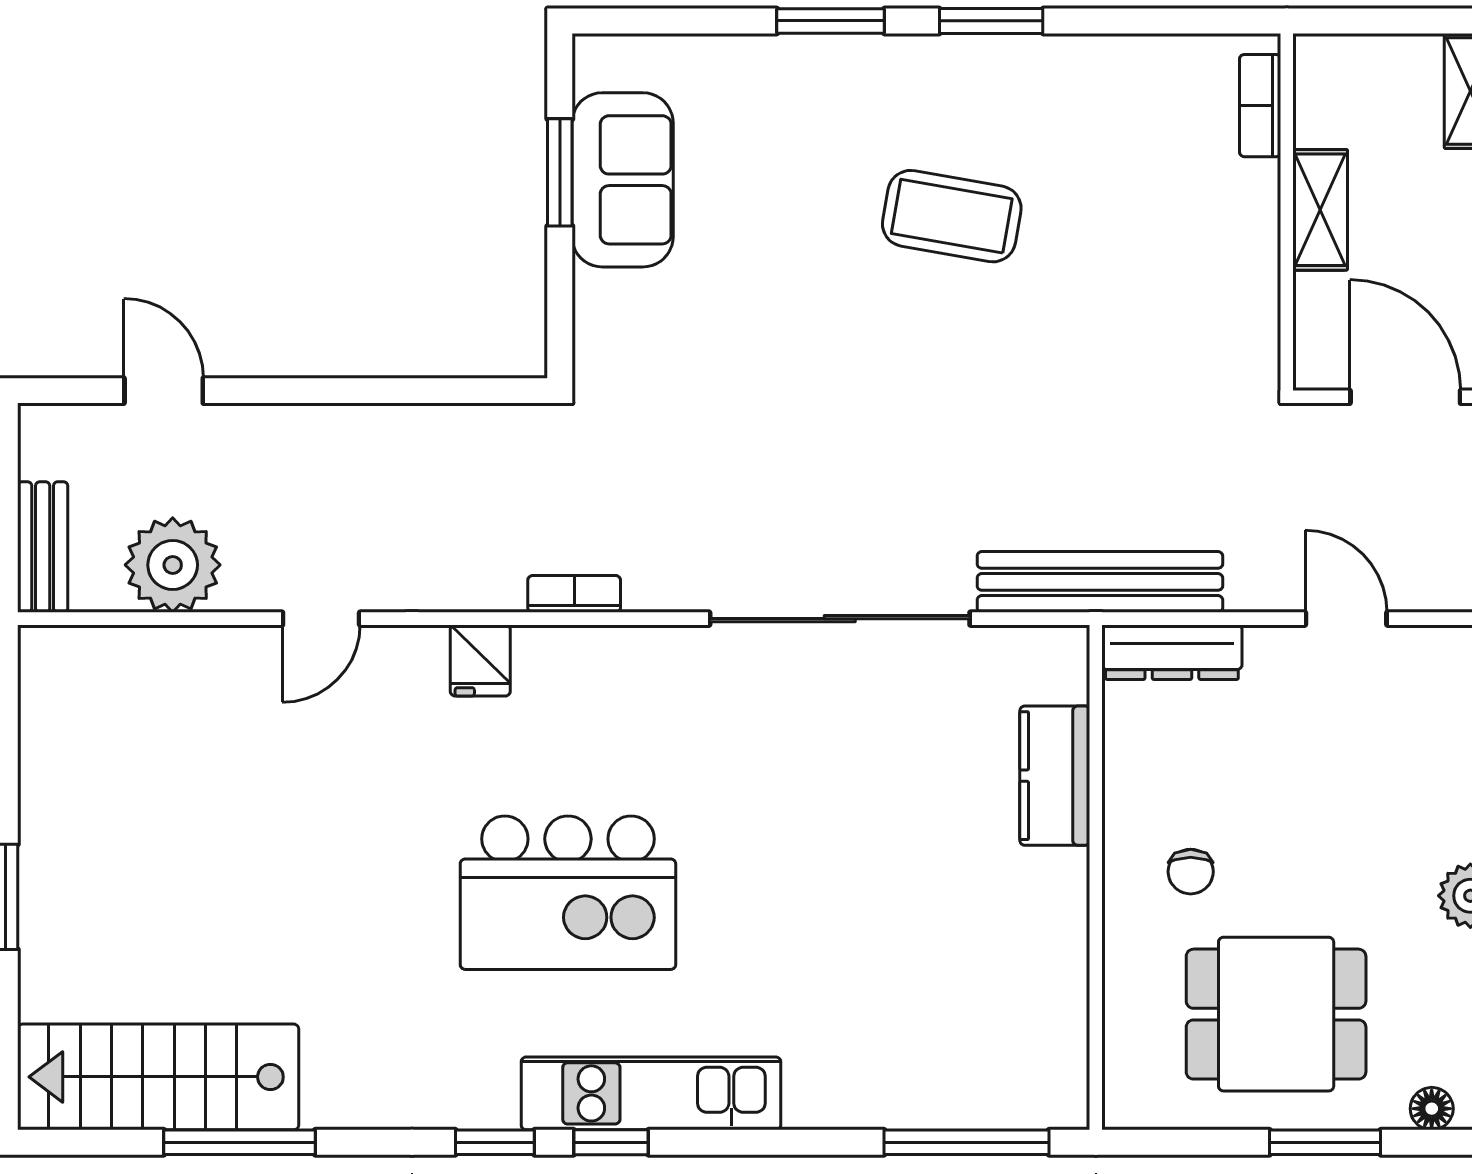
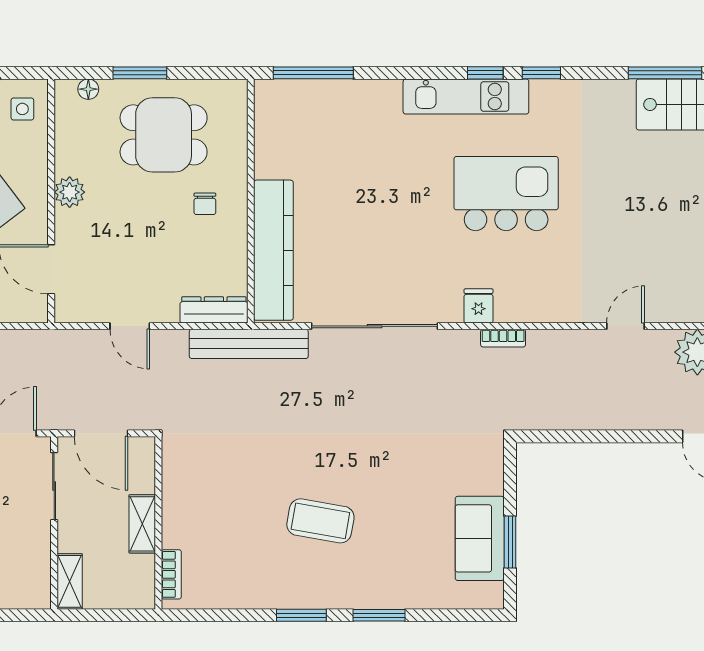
fridge: (480, 660) -> (479, 306), moved
kitchen counter: (1055, 776) -> (273, 250), width x2.08, depth x1.17
chair: (1191, 872) -> (205, 204), turned 180

